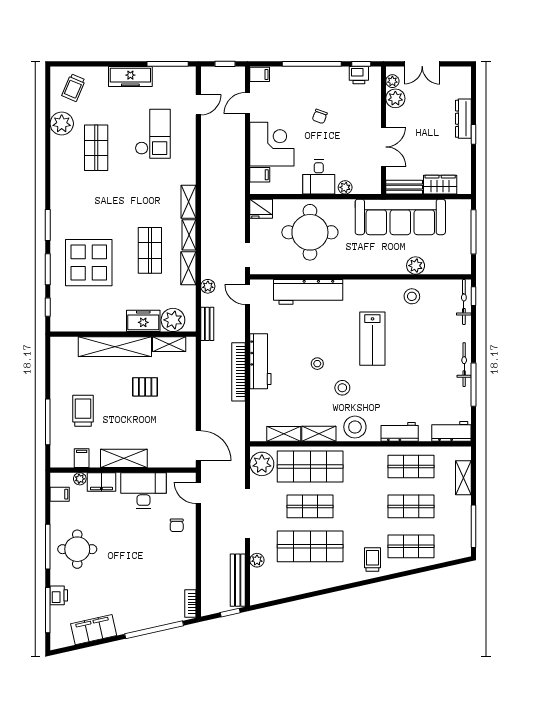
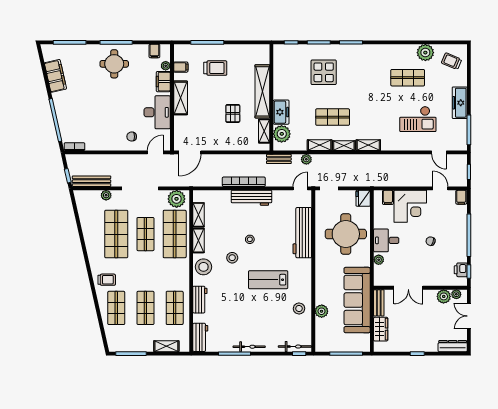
dresser: (463, 119) -> (453, 346), moved
display table: (89, 263) -> (324, 72), width x0.73, depth x0.73
printer: (59, 595) -> (80, 50), removed

